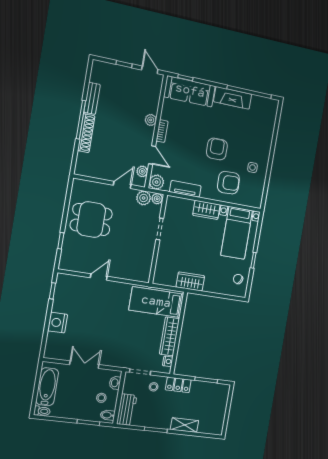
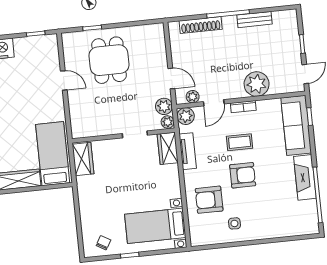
plant: (151, 120) -> (257, 84), width x1.87, depth x1.87
shoe rack: (86, 133) -> (201, 25), moved
coffee table: (190, 143) -> (240, 142), added
armchair: (228, 183) -> (209, 200), turned 92
wardrobe: (206, 210) -> (168, 148), moved
dining table: (91, 219) -> (109, 60), moved
wardrobe: (190, 281) -> (83, 159), moved

